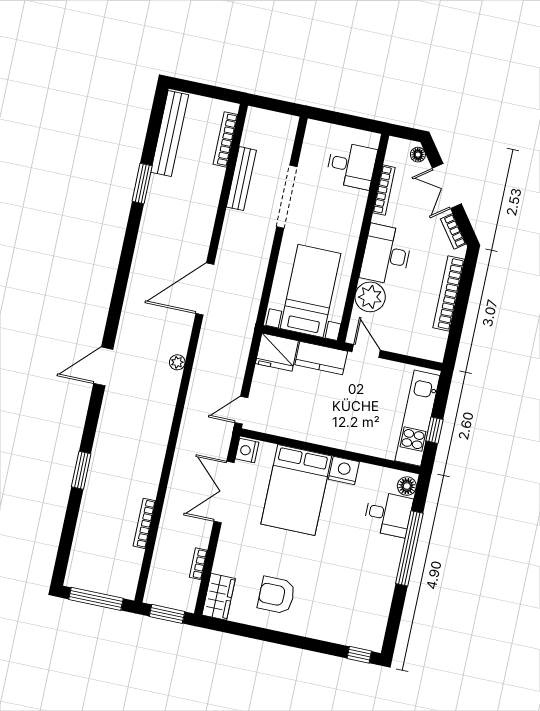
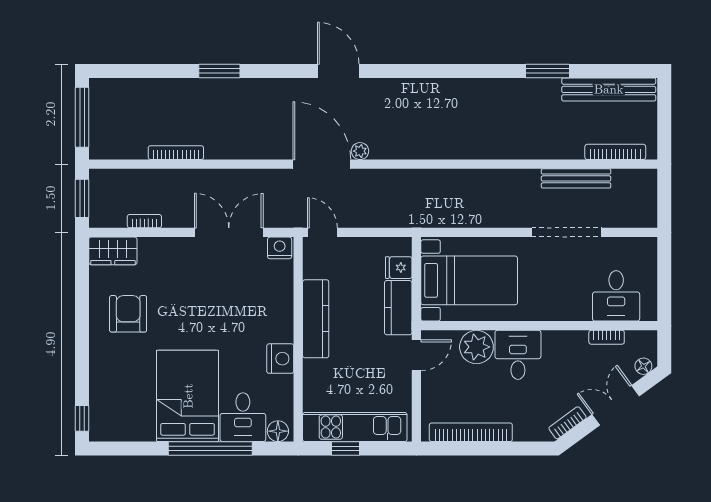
bookcase: (384, 190) -> (607, 337), width x0.64
desk: (386, 255) -> (518, 355), width x0.73
door: (205, 289) -> (322, 164), moved
bookcase: (449, 293) -> (471, 432), moved
fridge: (277, 352) -> (399, 268), width x0.53, depth x0.75
kitchen counter: (316, 432) -> (316, 319), added
bed: (296, 490) -> (188, 396), moved, turned 90

